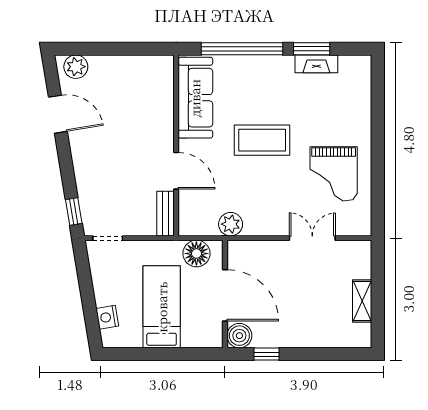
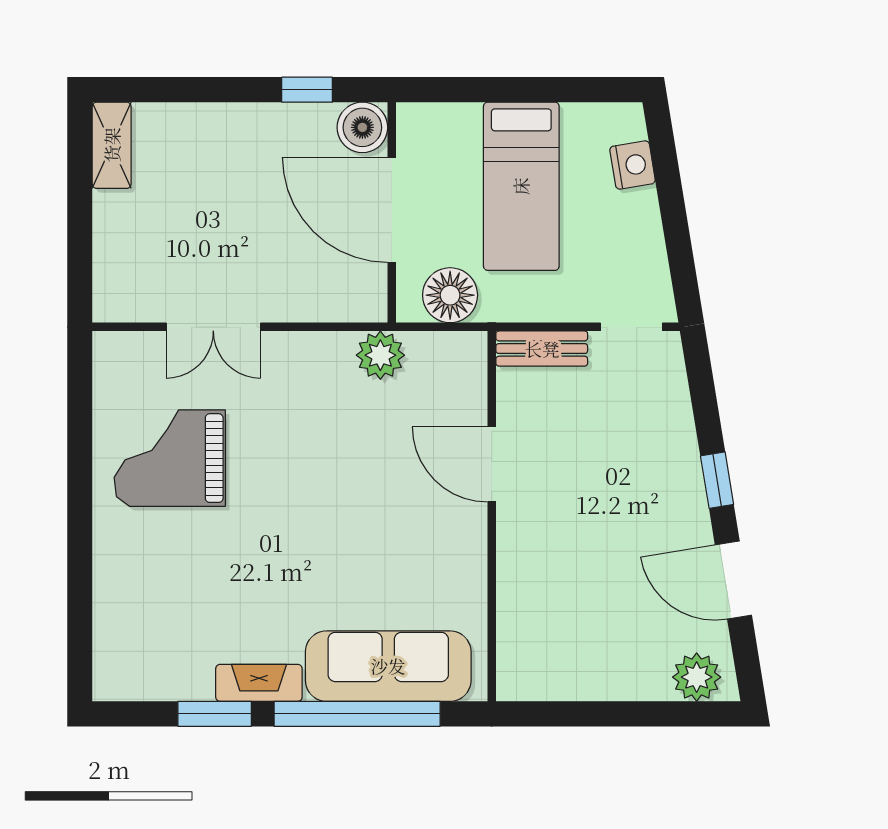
fireplace: (316, 64) -> (259, 683), moved
sofa: (195, 98) -> (388, 666), moved, turned 90
coffee table: (262, 140) -> (316, 527), removed
grand piano: (334, 174) -> (170, 458), turned -90
window: (74, 212) -> (717, 480), moved
bench: (166, 214) -> (542, 349), moved, turned 90
shelving: (362, 301) -> (112, 145), moved

